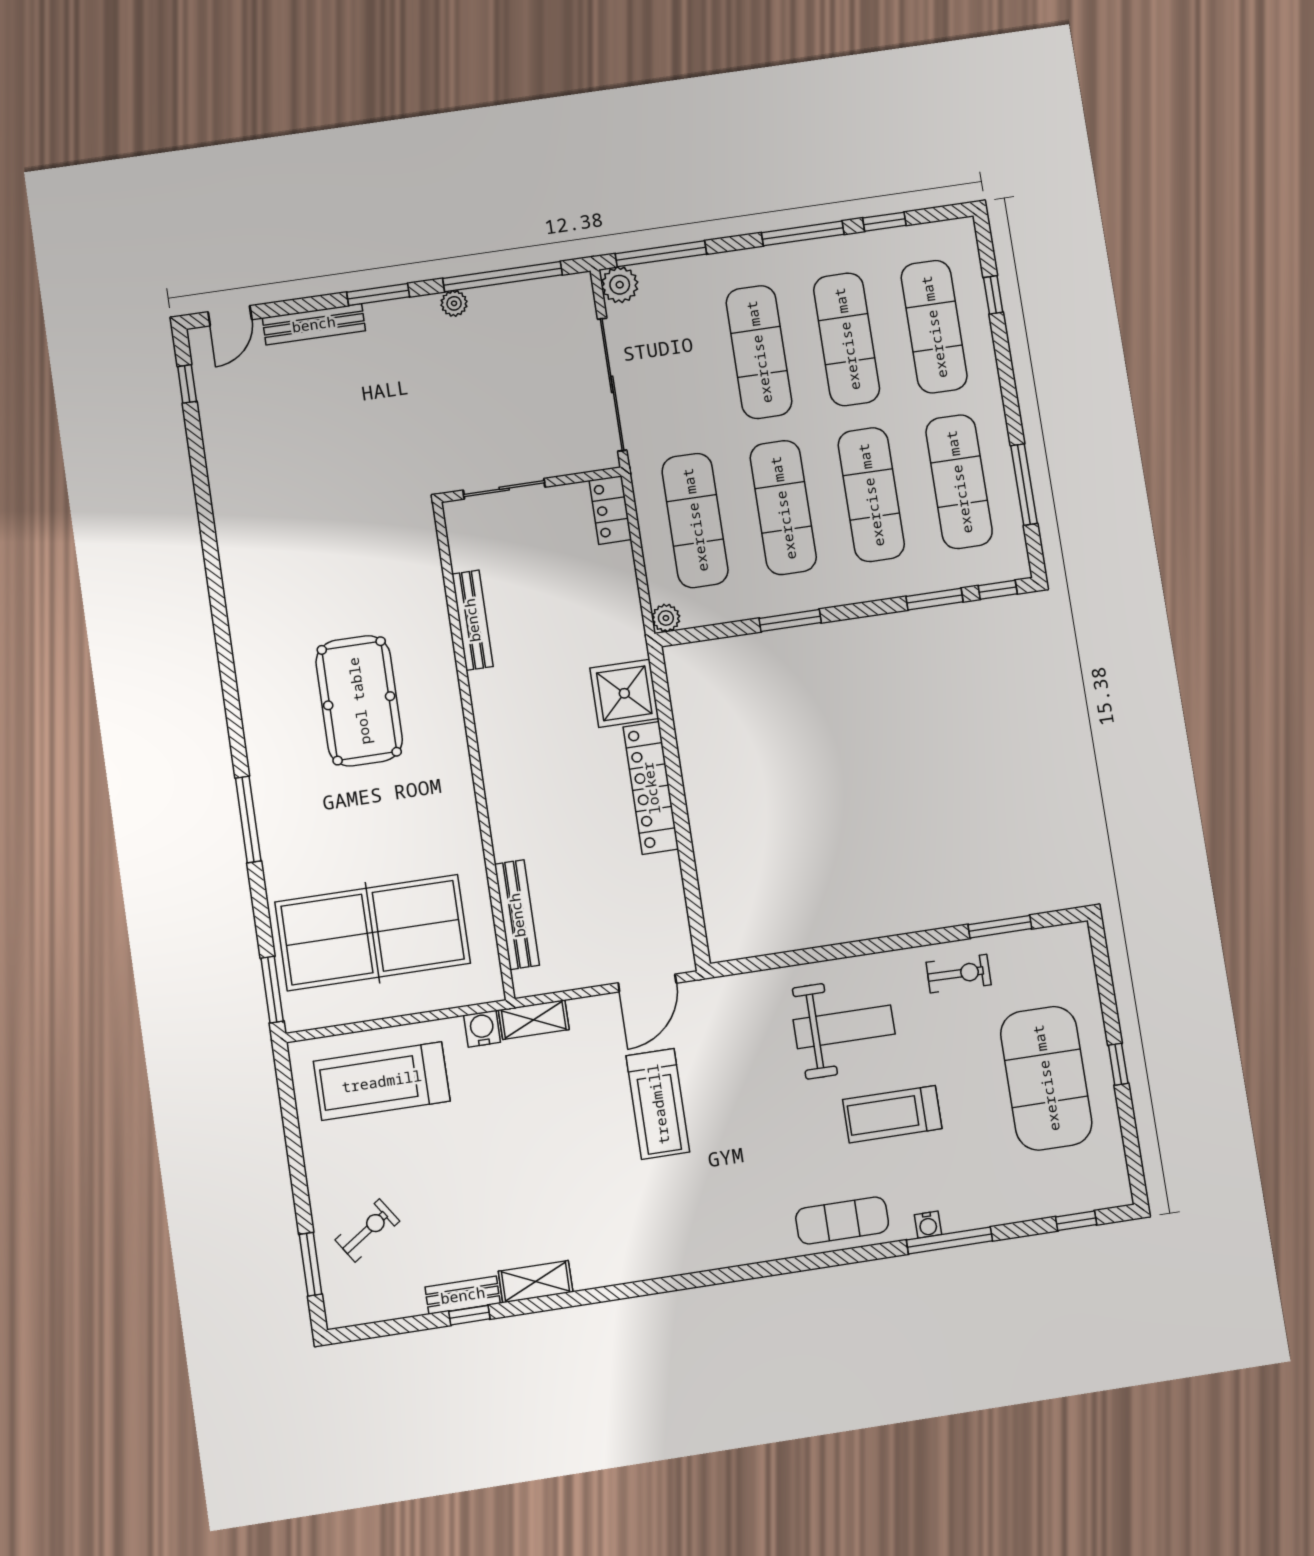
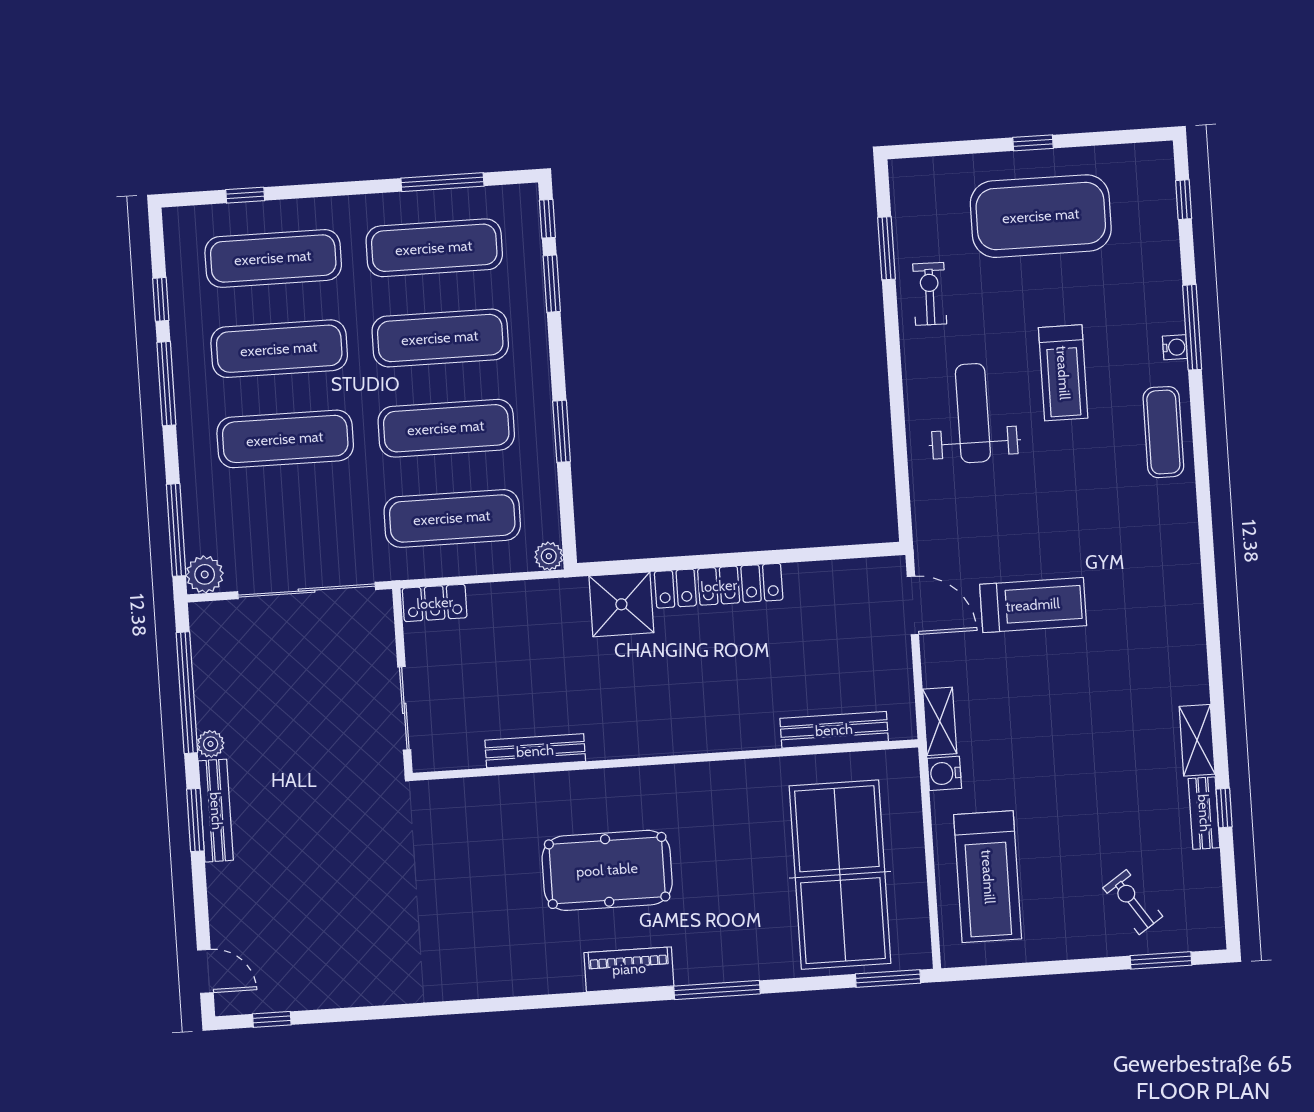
bench: (314, 324) -> (216, 811), moved
piano: (262, 730) -> (629, 969), added

